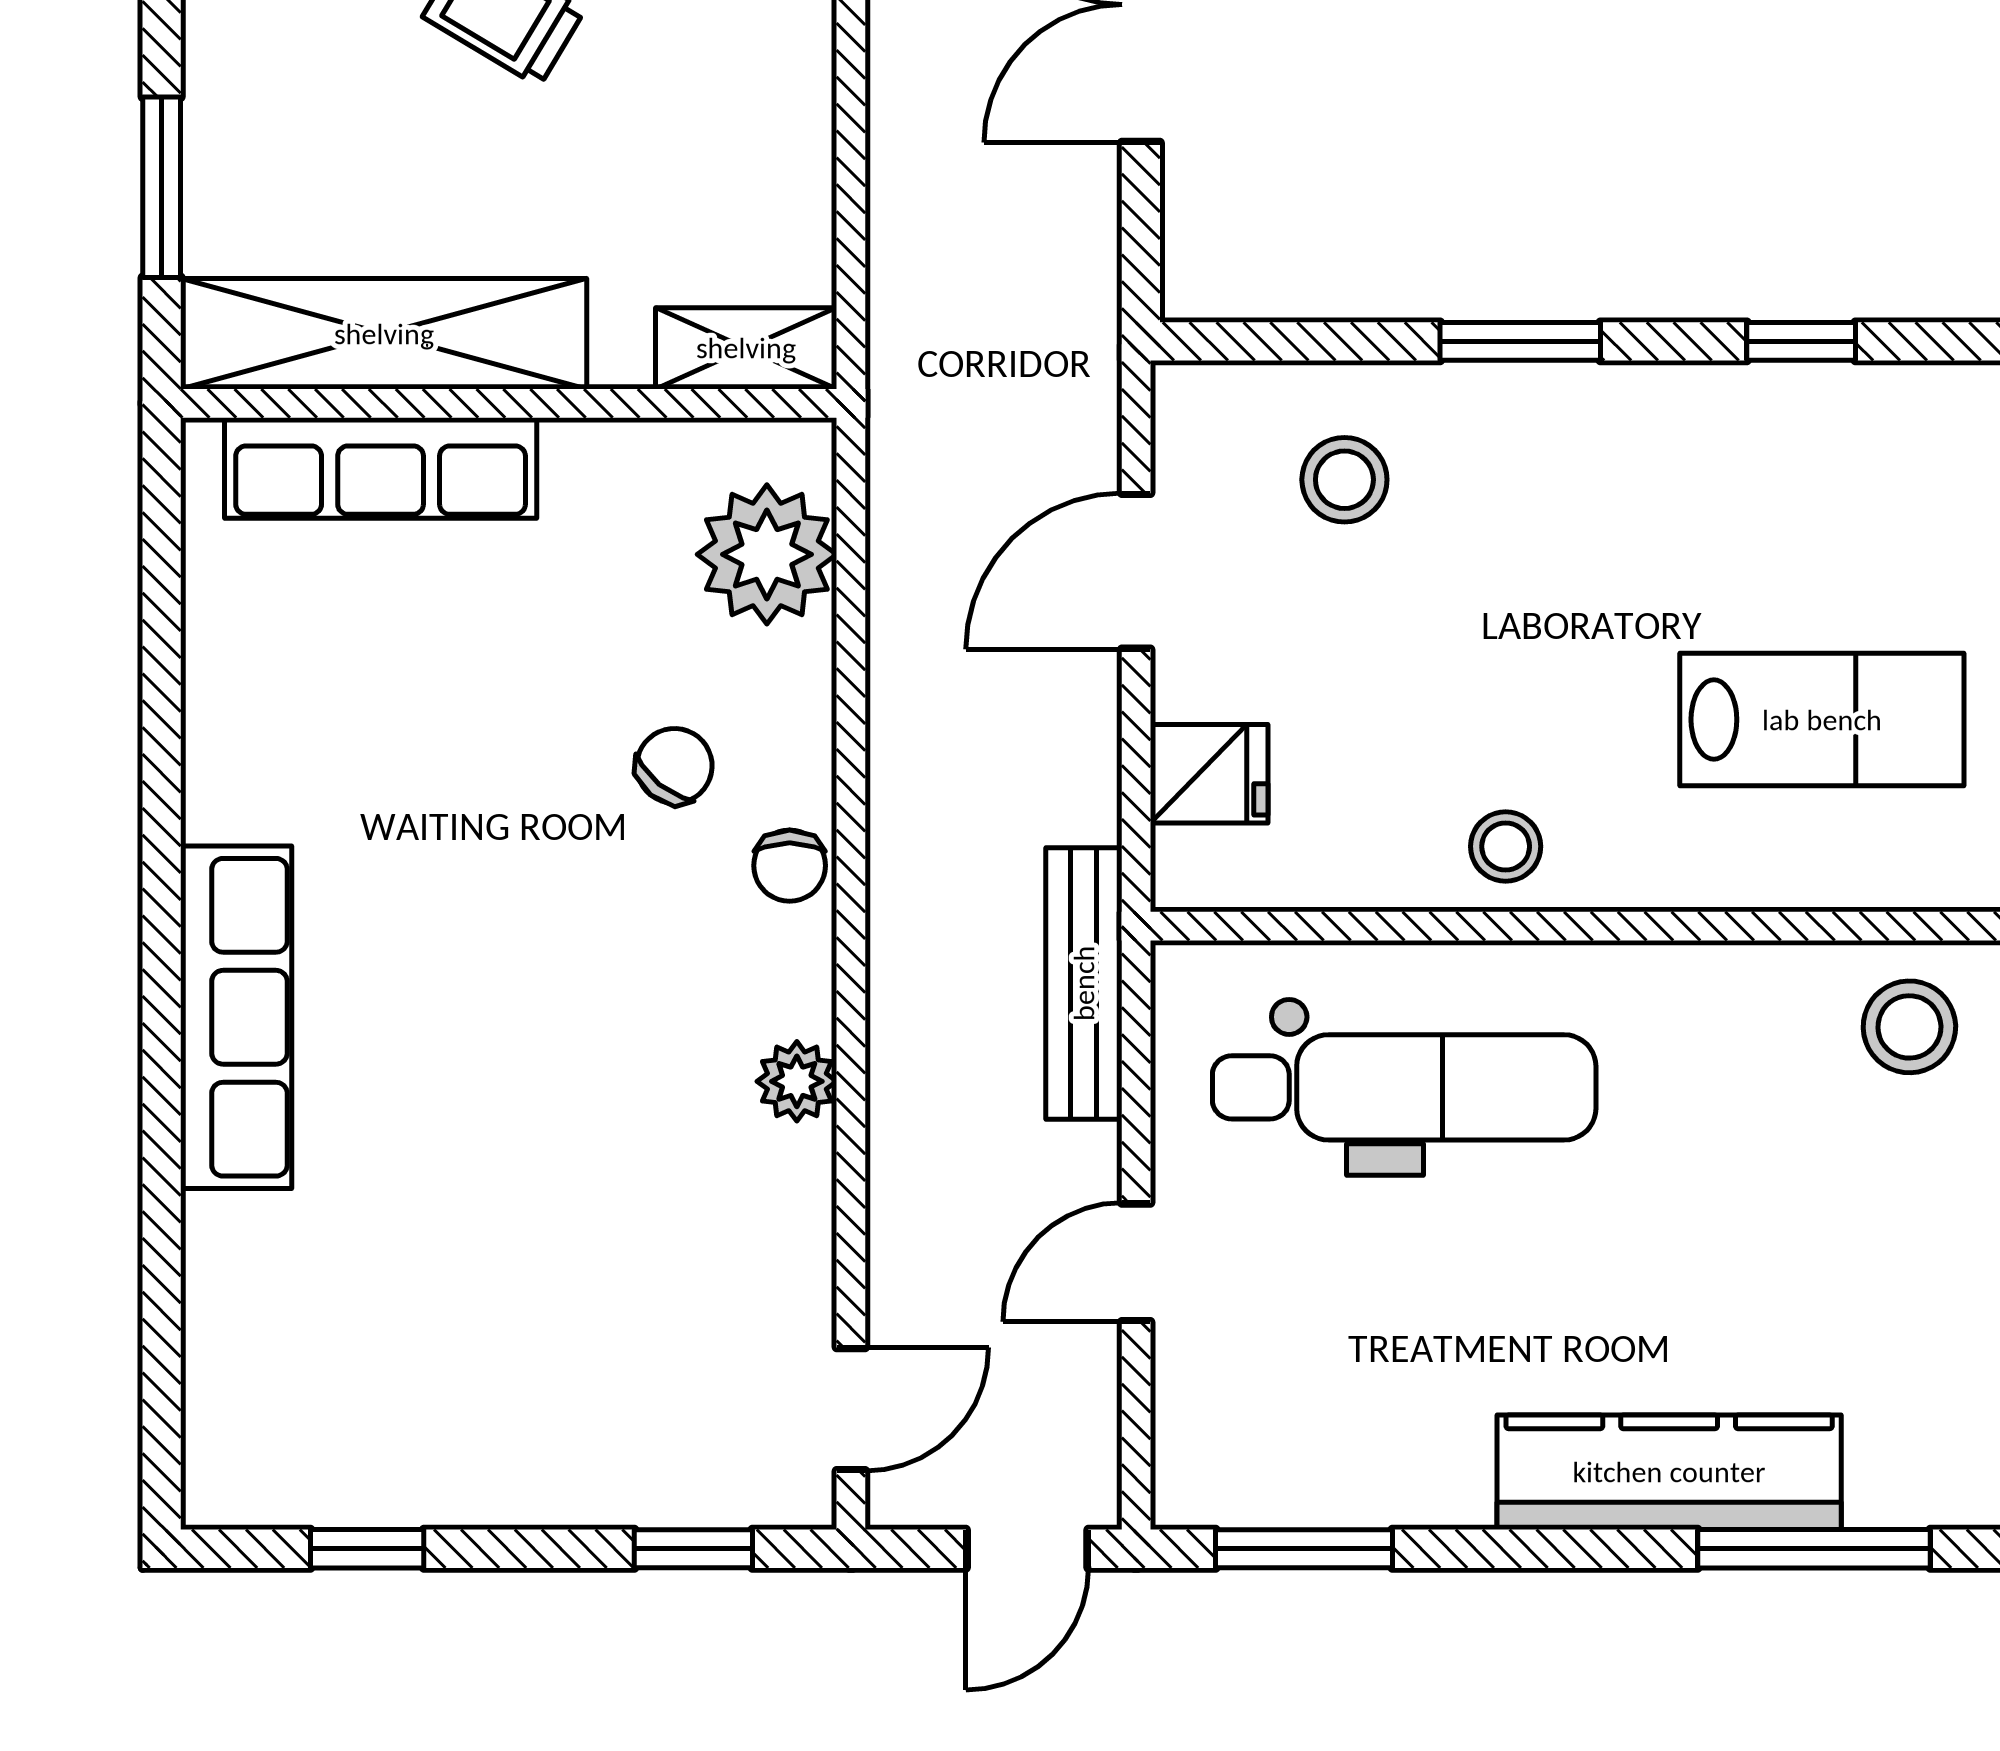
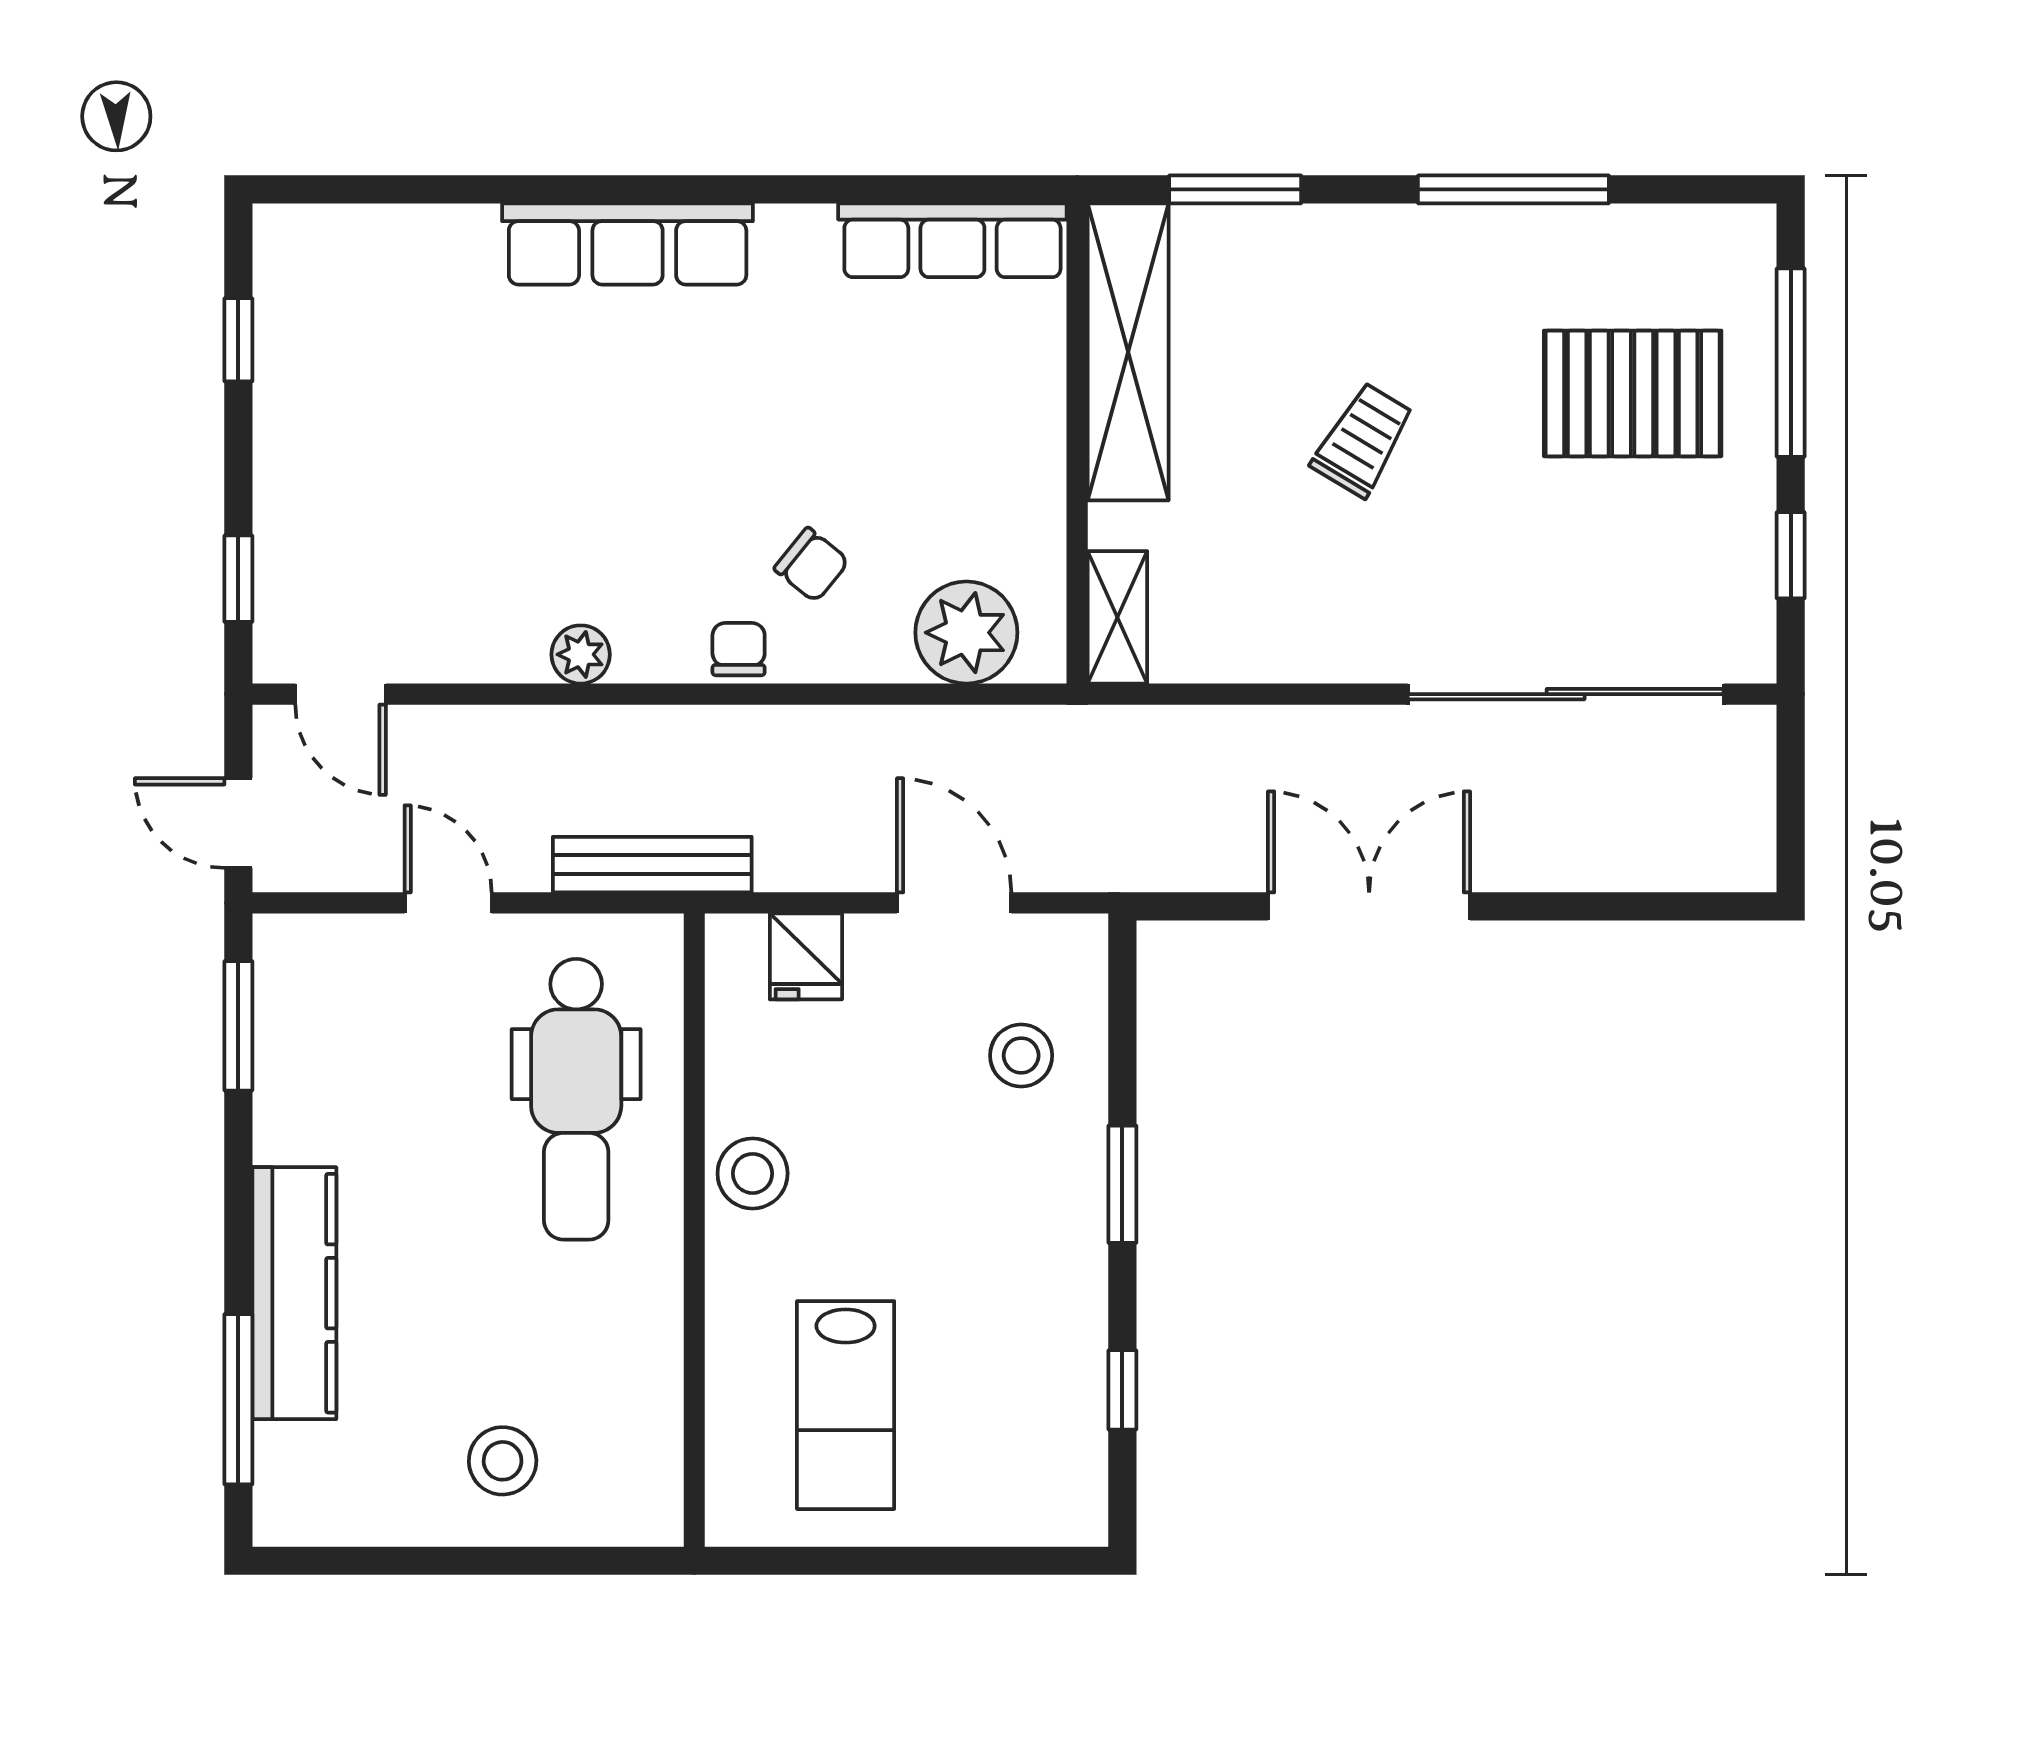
row of seats: (381, 468) -> (952, 240), moved, turned -90
stool: (1506, 846) -> (753, 1173), width x1.37, depth x1.37
chair: (790, 866) -> (739, 649), turned 90
stool: (1909, 1027) -> (503, 1461), moved

